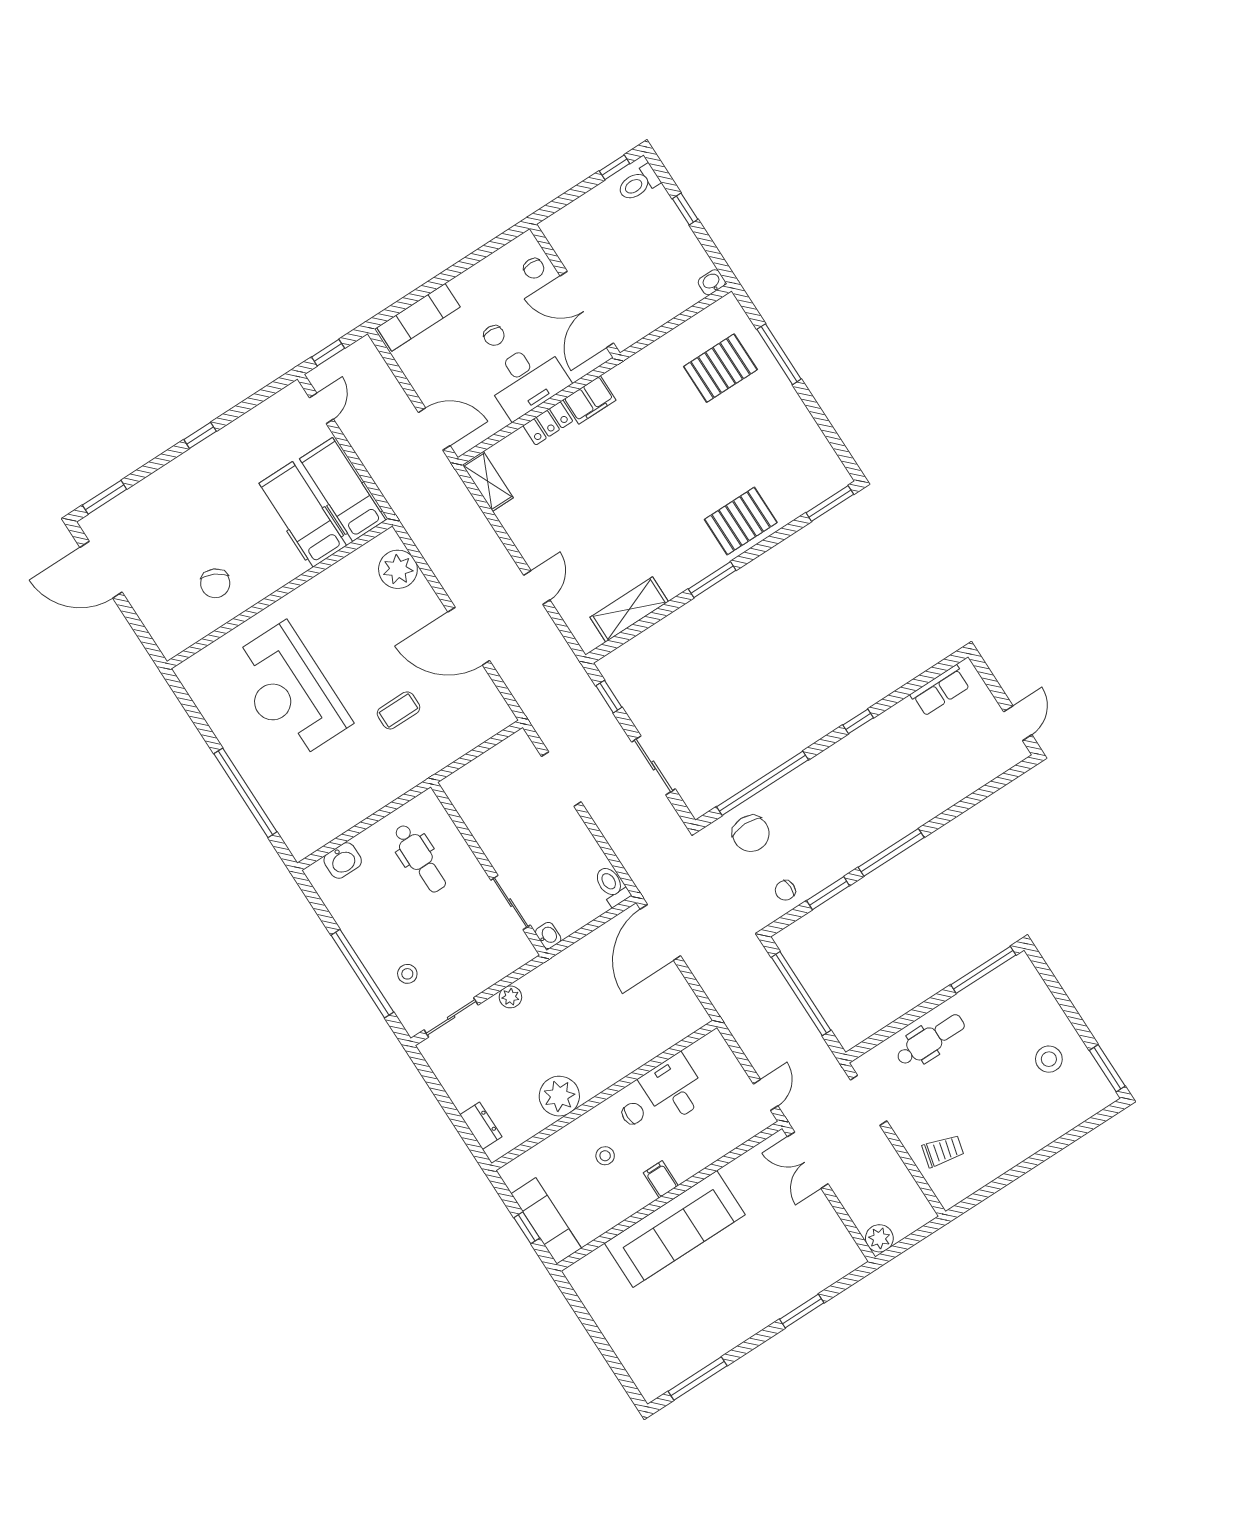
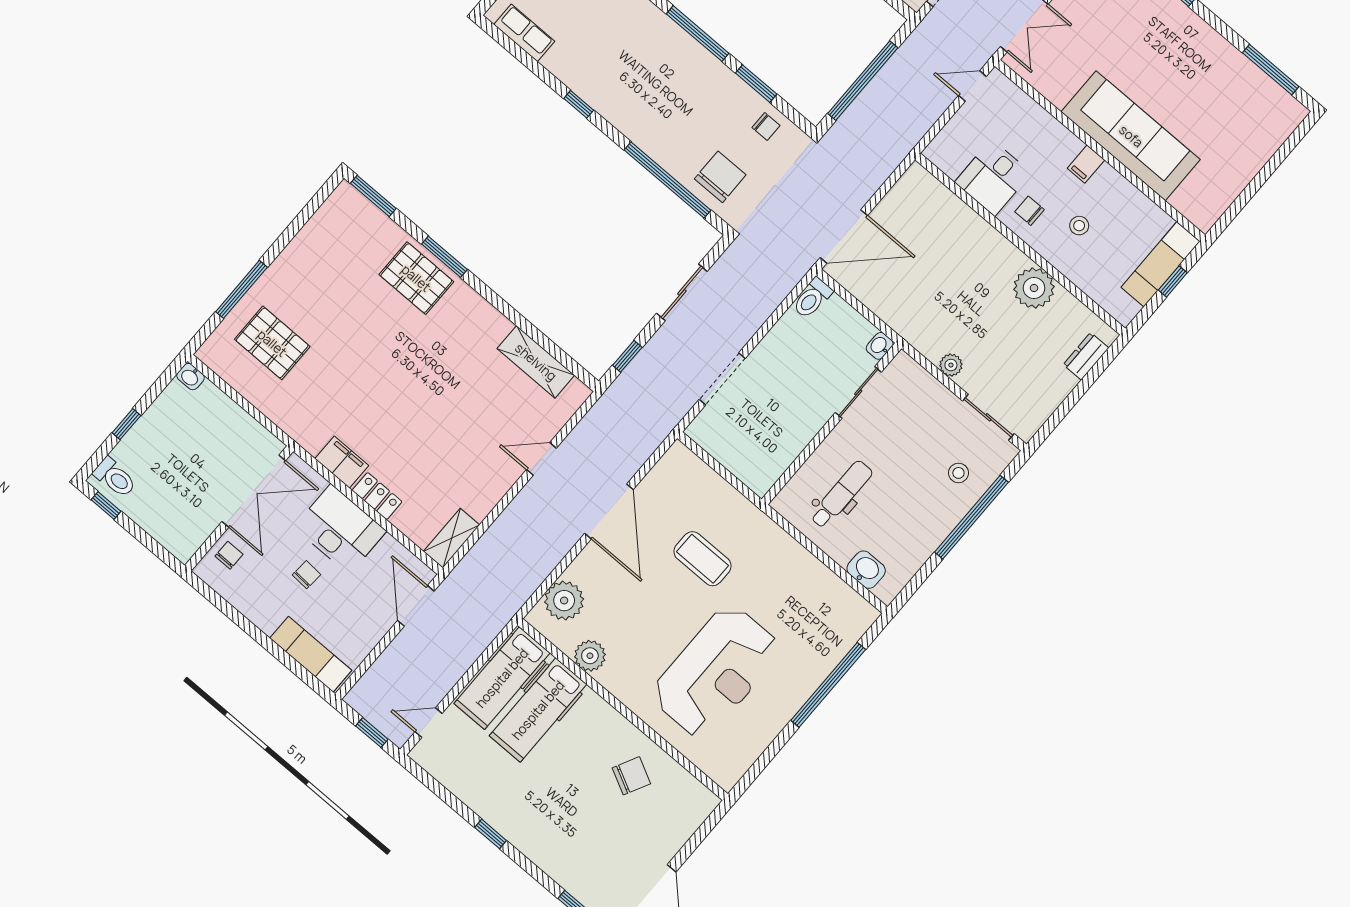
plant: (339, 578) -> (590, 656), added
window: (712, 580) -> (444, 257), moved
coffee table: (399, 710) -> (703, 559), width x1.36, depth x1.30

